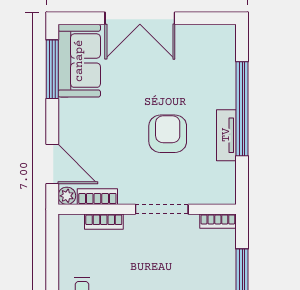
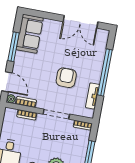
double door: (140, 18) -> (80, 22), moved
window: (52, 69) -> (13, 47), moved
tv unit: (226, 135) -> (93, 96), moved

